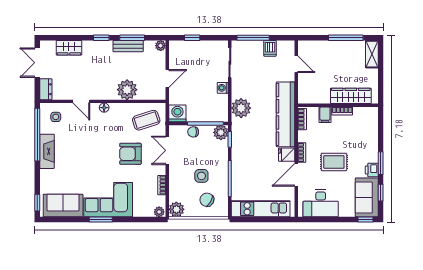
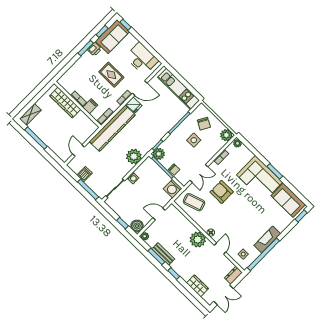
boiler: (177, 48) -> (137, 226), added
plant: (127, 90) -> (198, 240), moved
armchair: (130, 154) -> (222, 192), turned 180

